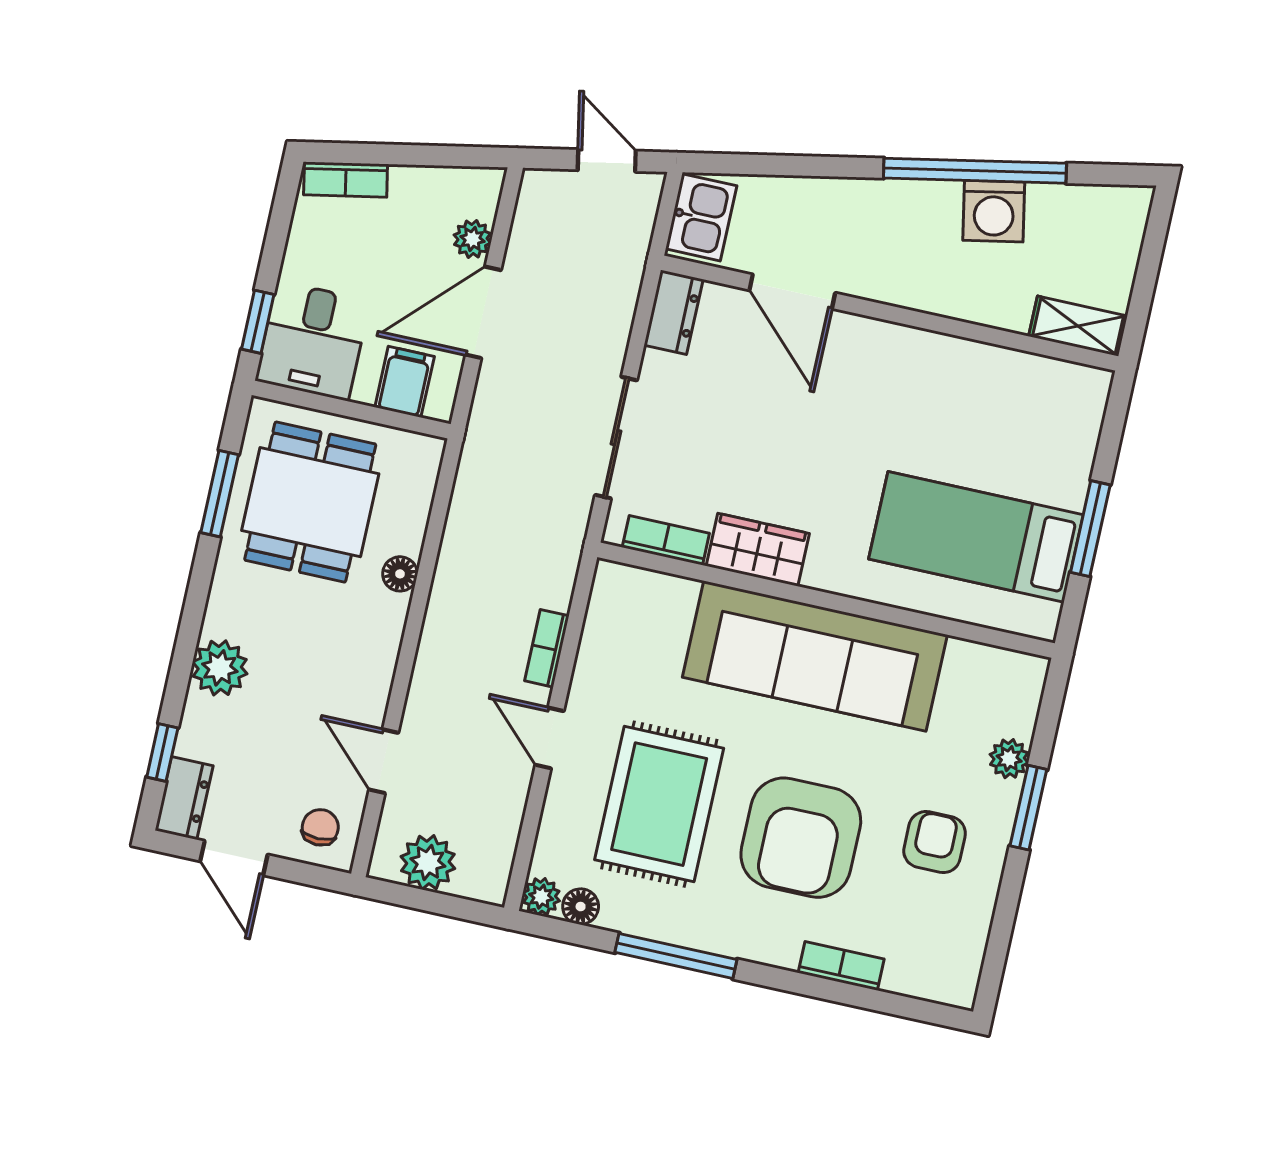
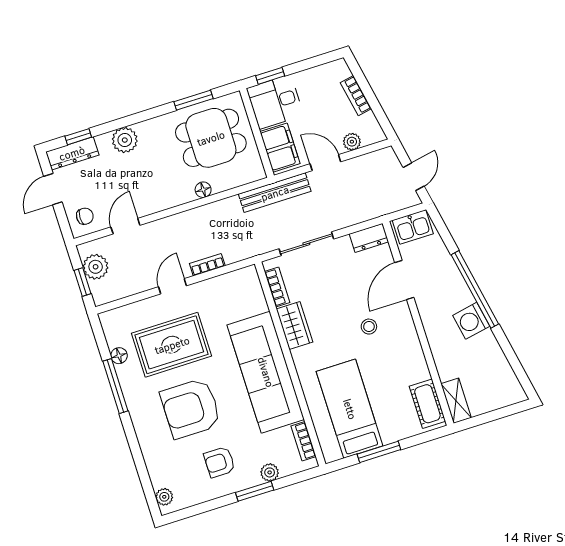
window: (975, 171) -> (475, 289), moved
bookcase: (346, 180) -> (356, 96), moved
washing machine: (994, 211) -> (471, 321), moved
door: (483, 312) -> (325, 163), width x0.73
filing cabinet: (405, 382) -> (280, 148), width x2.00
cot: (1052, 384) -> (427, 404), added
stool: (842, 410) -> (369, 327), added
bench: (484, 441) -> (275, 193), added
dresser: (184, 798) -> (72, 153), width x1.44
armchair: (935, 842) -> (220, 462), turned 180
plant: (541, 897) -> (164, 497), moved
window: (443, 904) -> (82, 282), added
floor lamp: (581, 907) -> (119, 356), moved
bookcase: (841, 966) -> (303, 441), moved, turned 180

